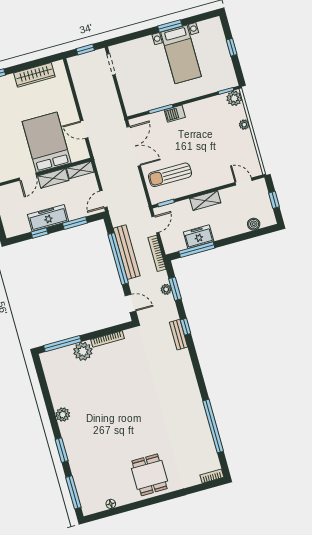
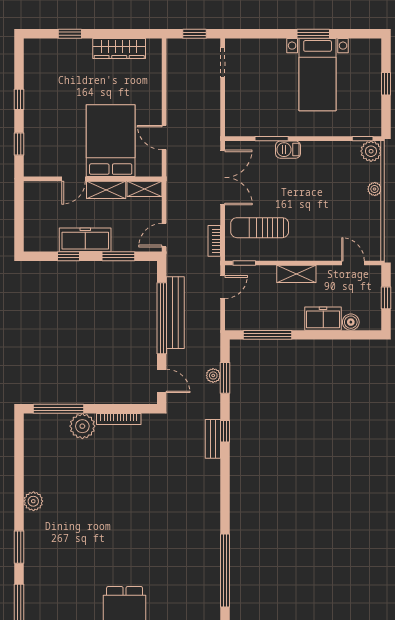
freezer: (199, 237) -> (323, 319), moved
bookcase: (157, 253) -> (214, 241), moved, width x0.64

